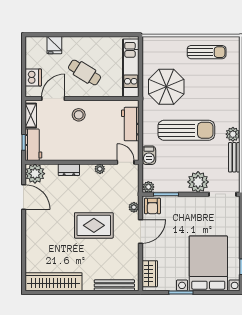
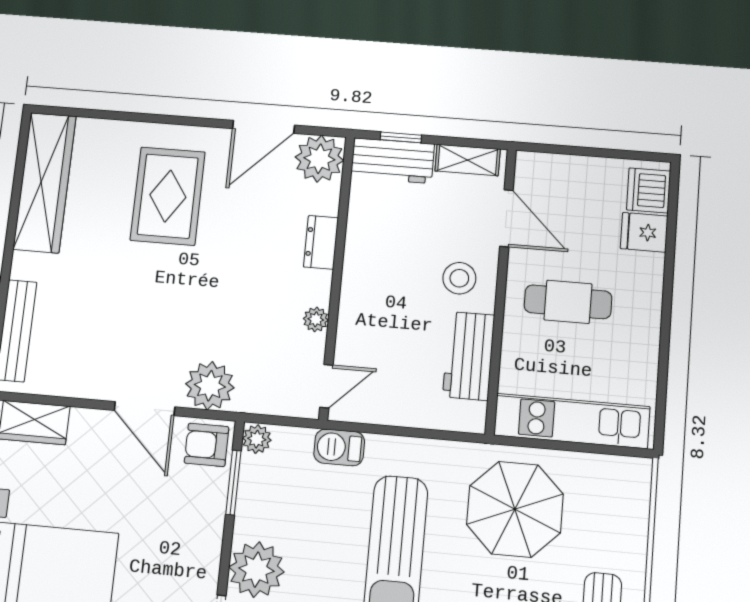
cafe table: (85, 72) -> (568, 302), turned 58
dishwasher: (33, 77) -> (649, 190), moved, turned 90
workbench: (130, 124) -> (469, 356), moved, turned -90
plant: (134, 207) -> (210, 386), width x1.87, depth x1.87
rug: (94, 225) -> (168, 196), moved

